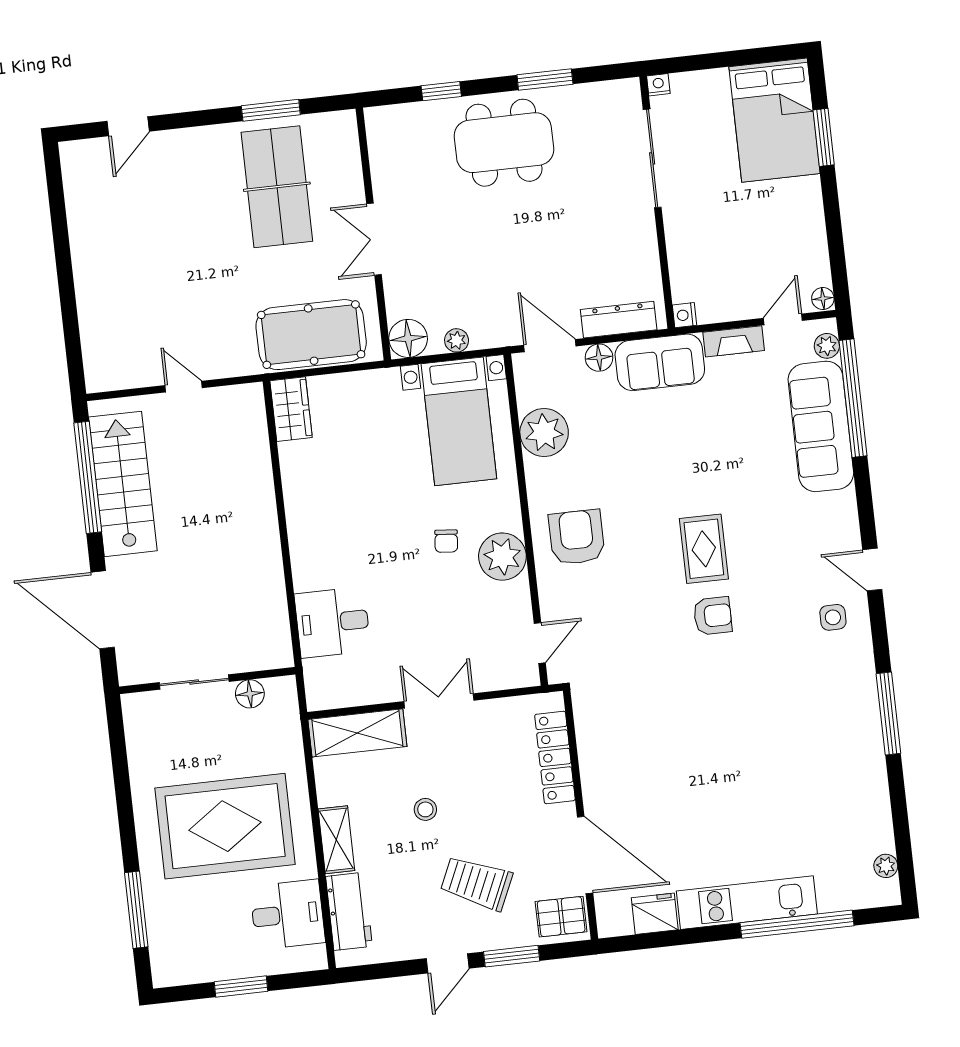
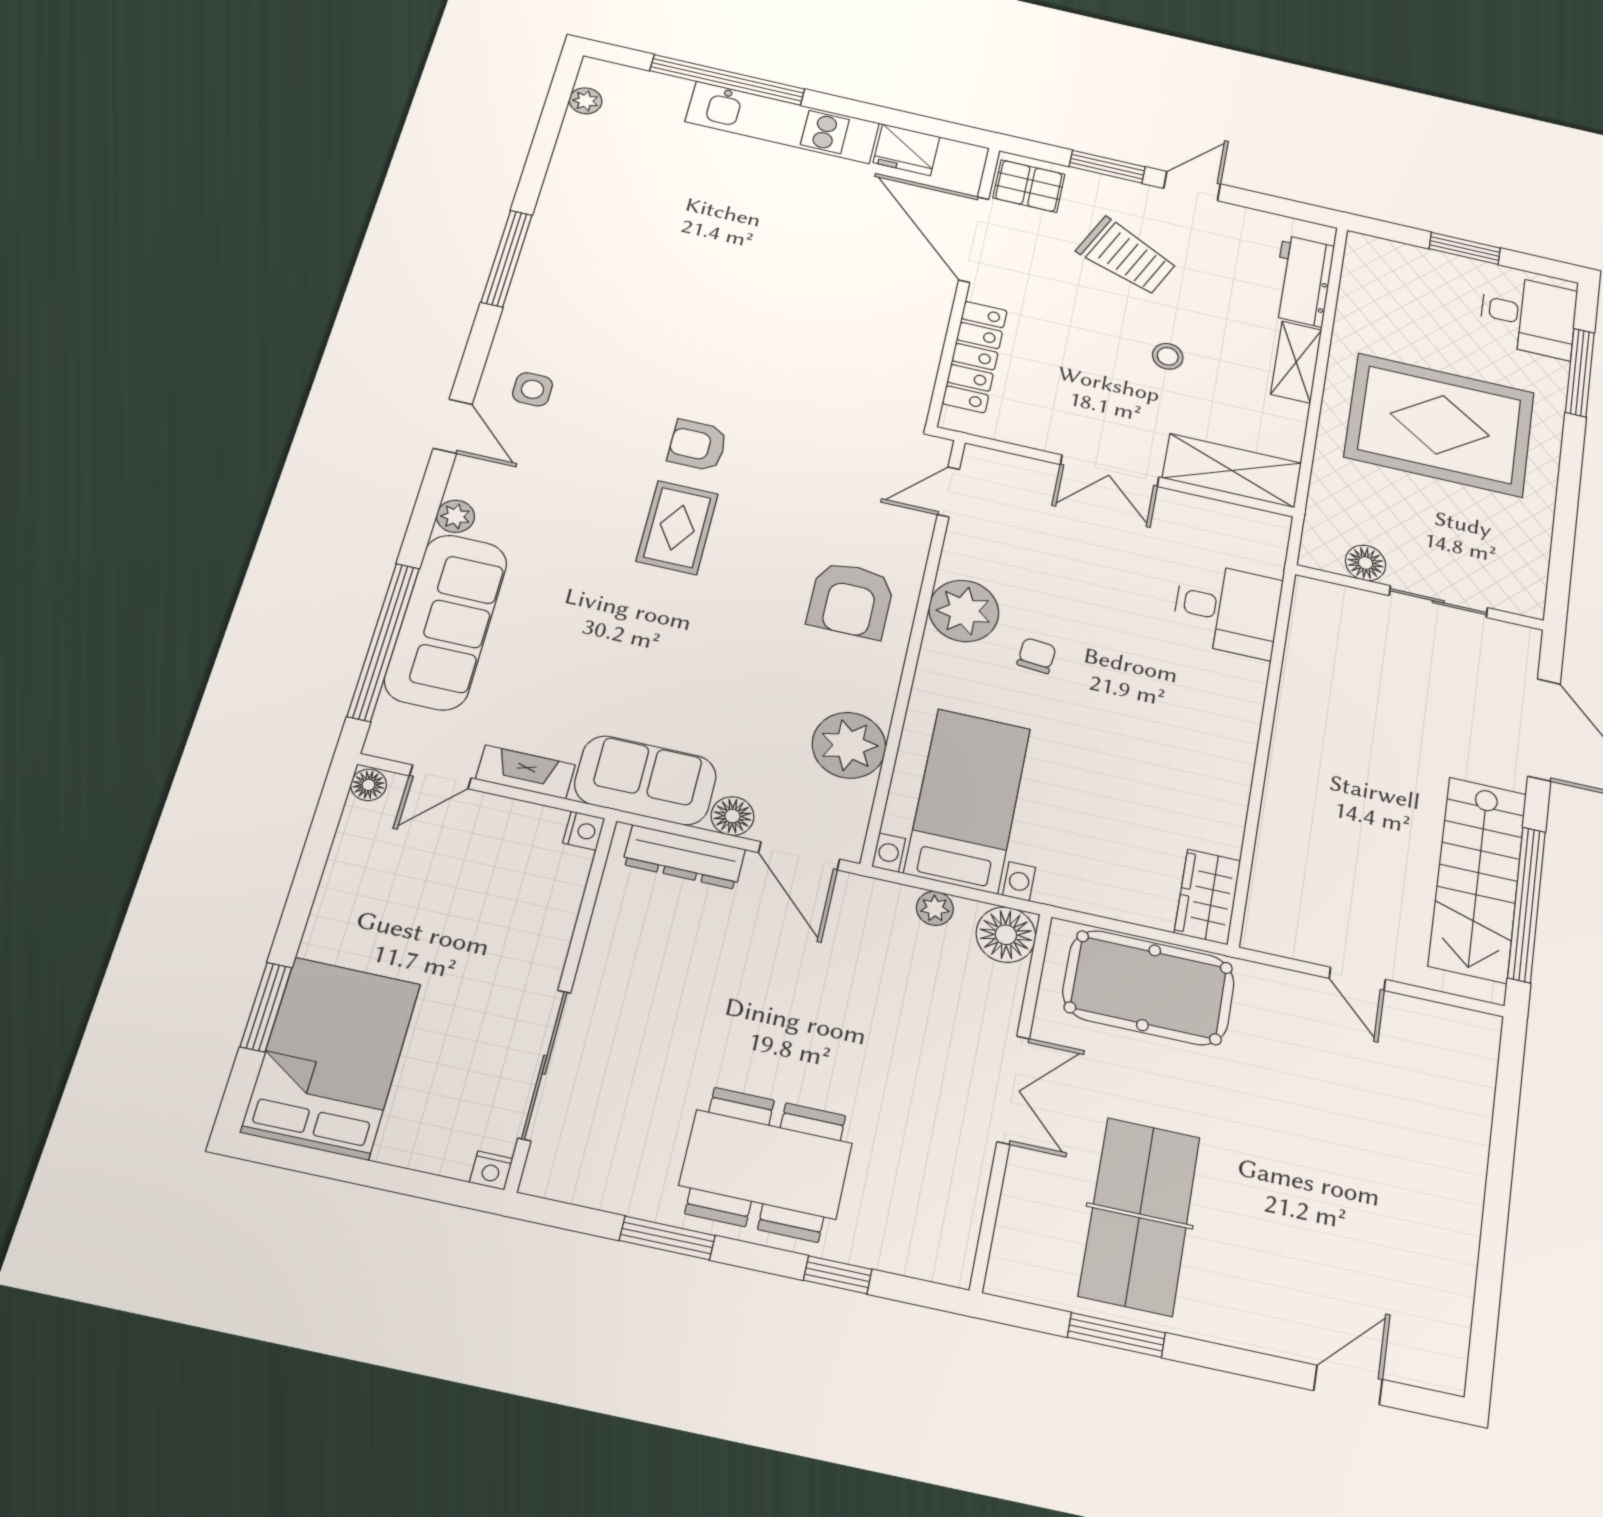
plant: (827, 346) -> (455, 516), moved
desk: (287, 914) -> (1528, 316), moved, turned 180

